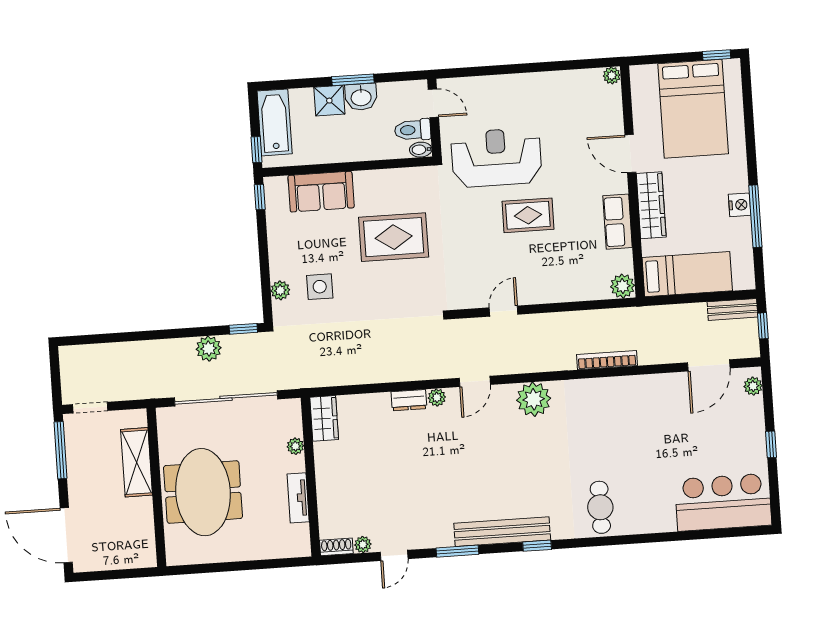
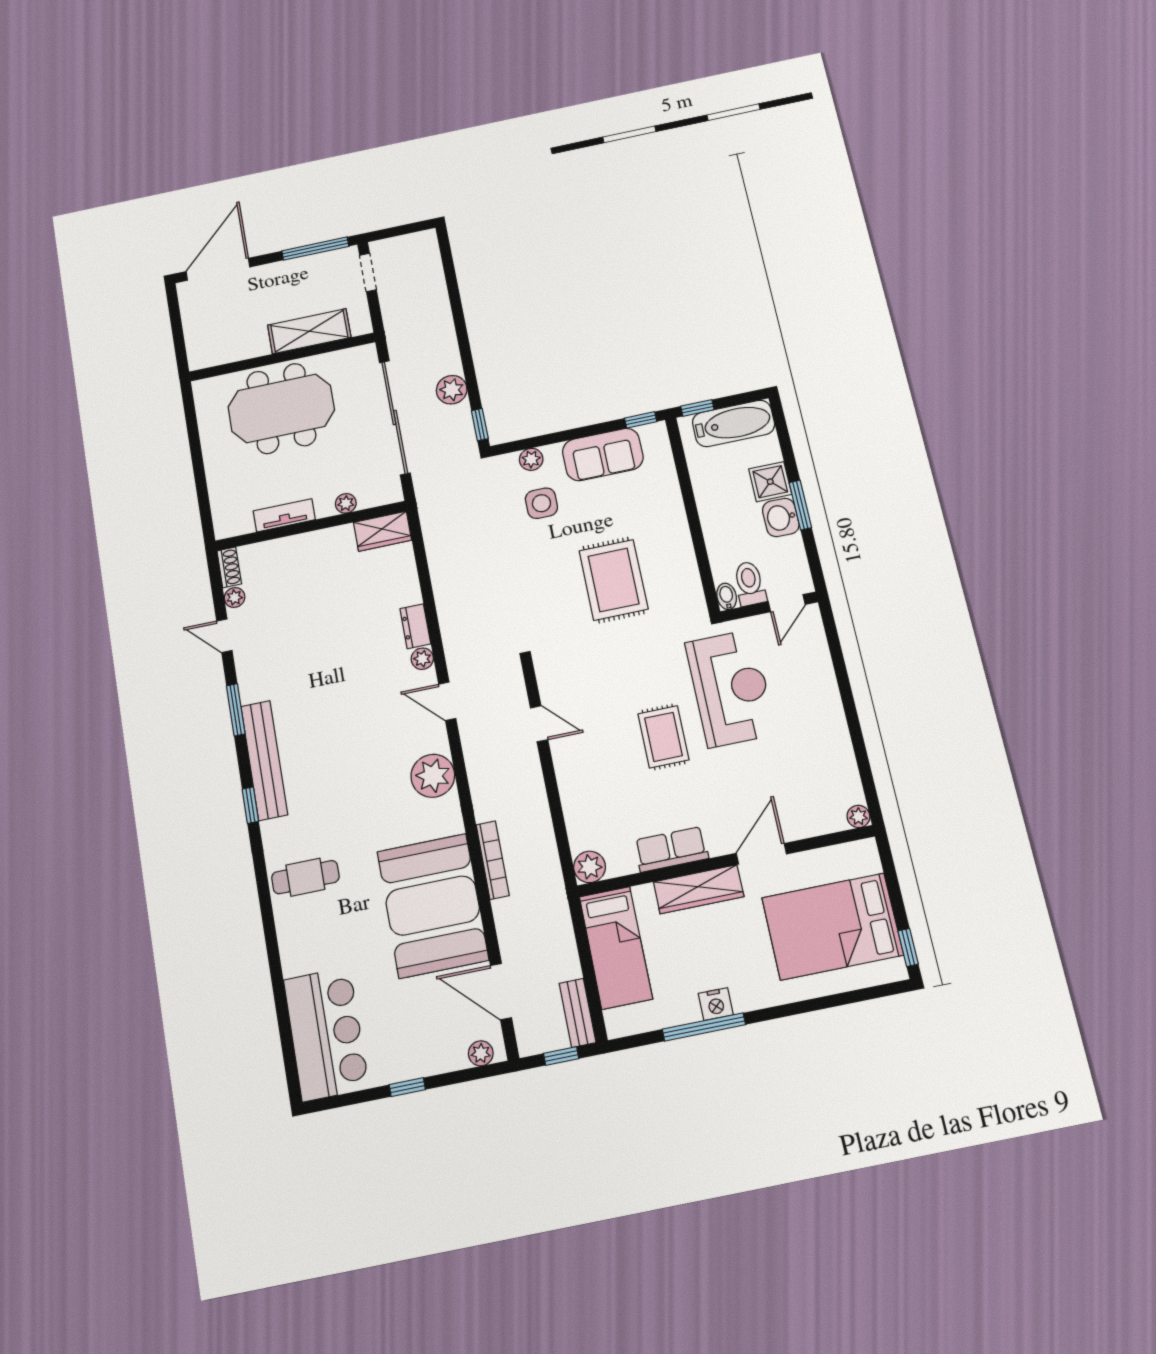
sofa: (321, 192) -> (603, 454), moved, turned -90
booth: (636, 410) -> (433, 906), added

